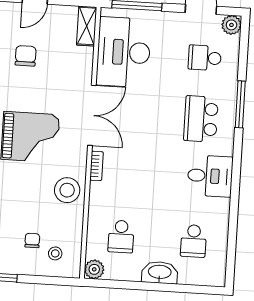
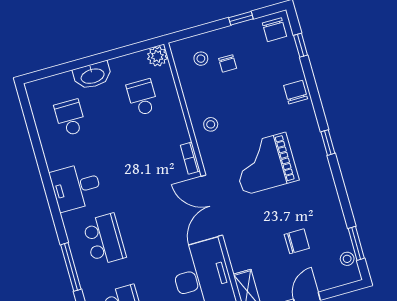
chair: (26, 56) -> (297, 241), turned -90
stool: (67, 190) -> (211, 124), width x0.53, depth x0.53

